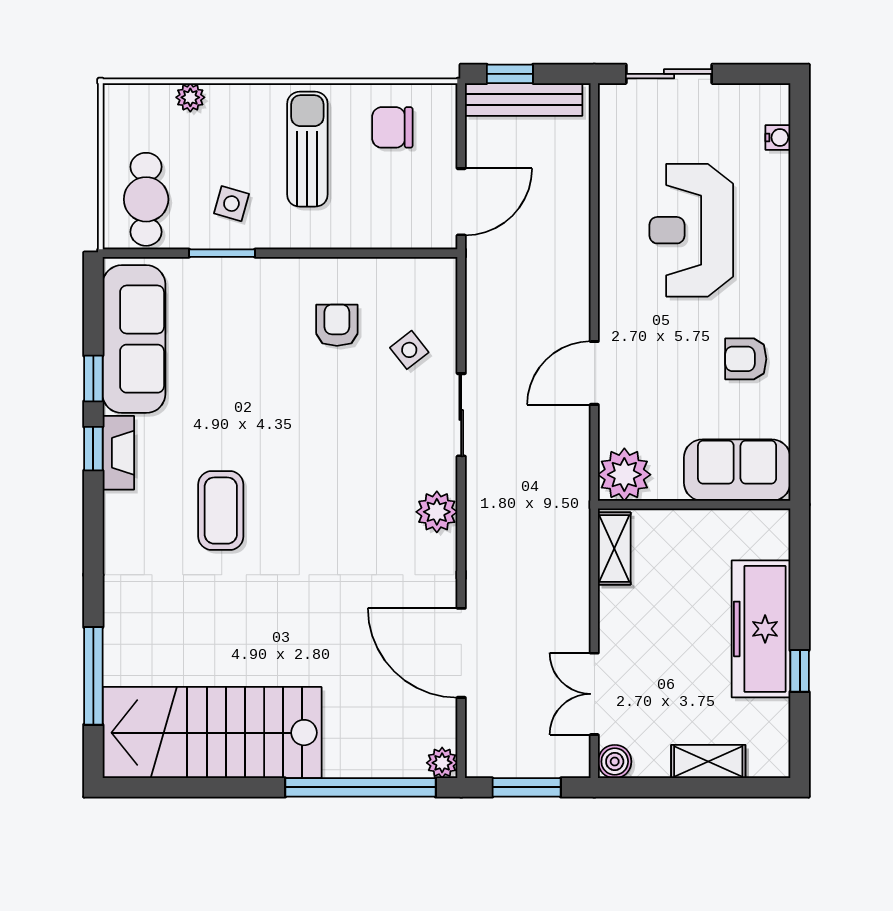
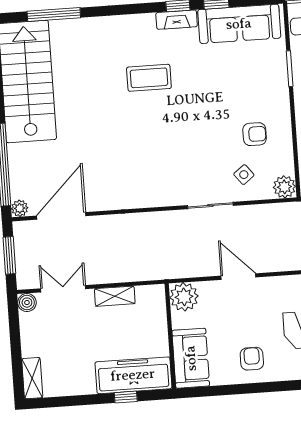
plant: (437, 512) -> (284, 187), moved
shelving: (614, 548) -> (115, 296), moved
freezer: (761, 629) -> (133, 375), moved
door: (461, 653) -> (61, 216), moved
window: (800, 671) -> (126, 397), moved
shelving: (708, 762) -> (32, 378), moved

